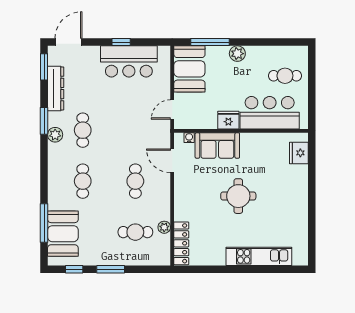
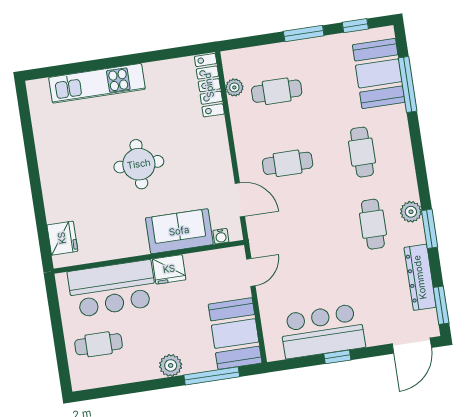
cafe table: (135, 181) -> (288, 163), turned 90
plant: (164, 227) -> (234, 87), moved

